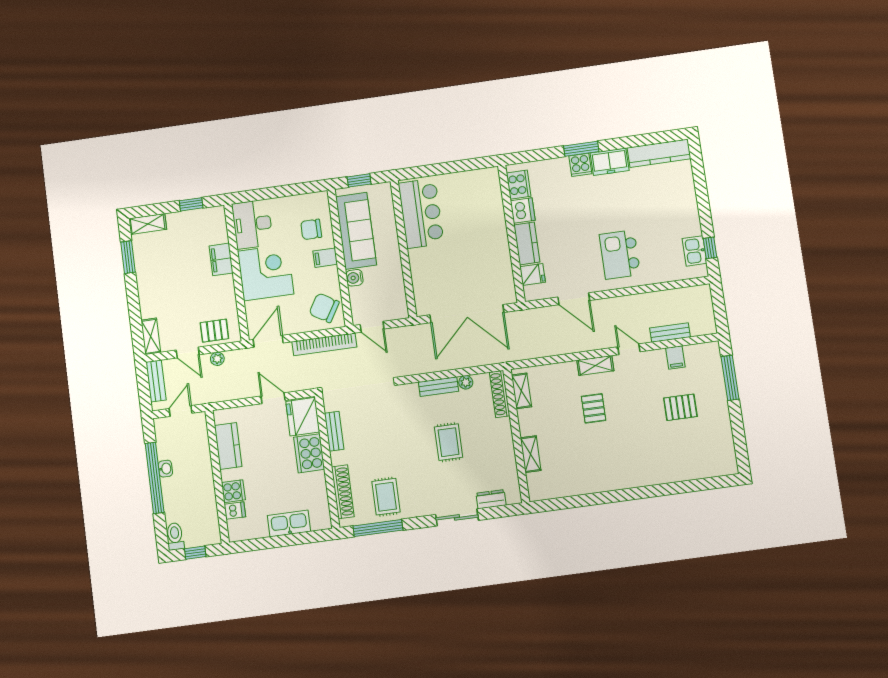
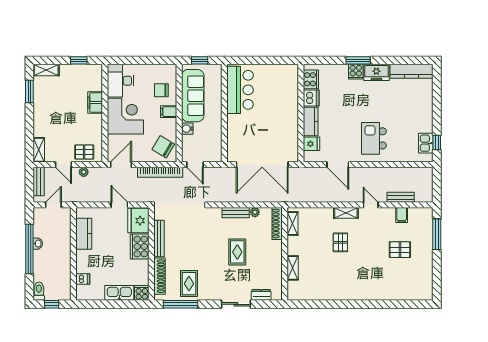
bench: (334, 431) -> (159, 239), width x1.36
cooker: (233, 491) -> (142, 293), moved, turned -90

